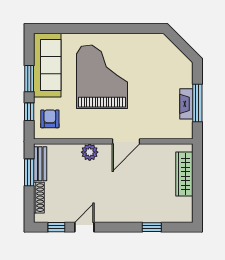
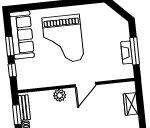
grand piano: (102, 77) -> (63, 39), turned 180
armchair: (50, 119) -> (28, 74), removed
wardrobe: (184, 174) -> (131, 104), width x0.67

